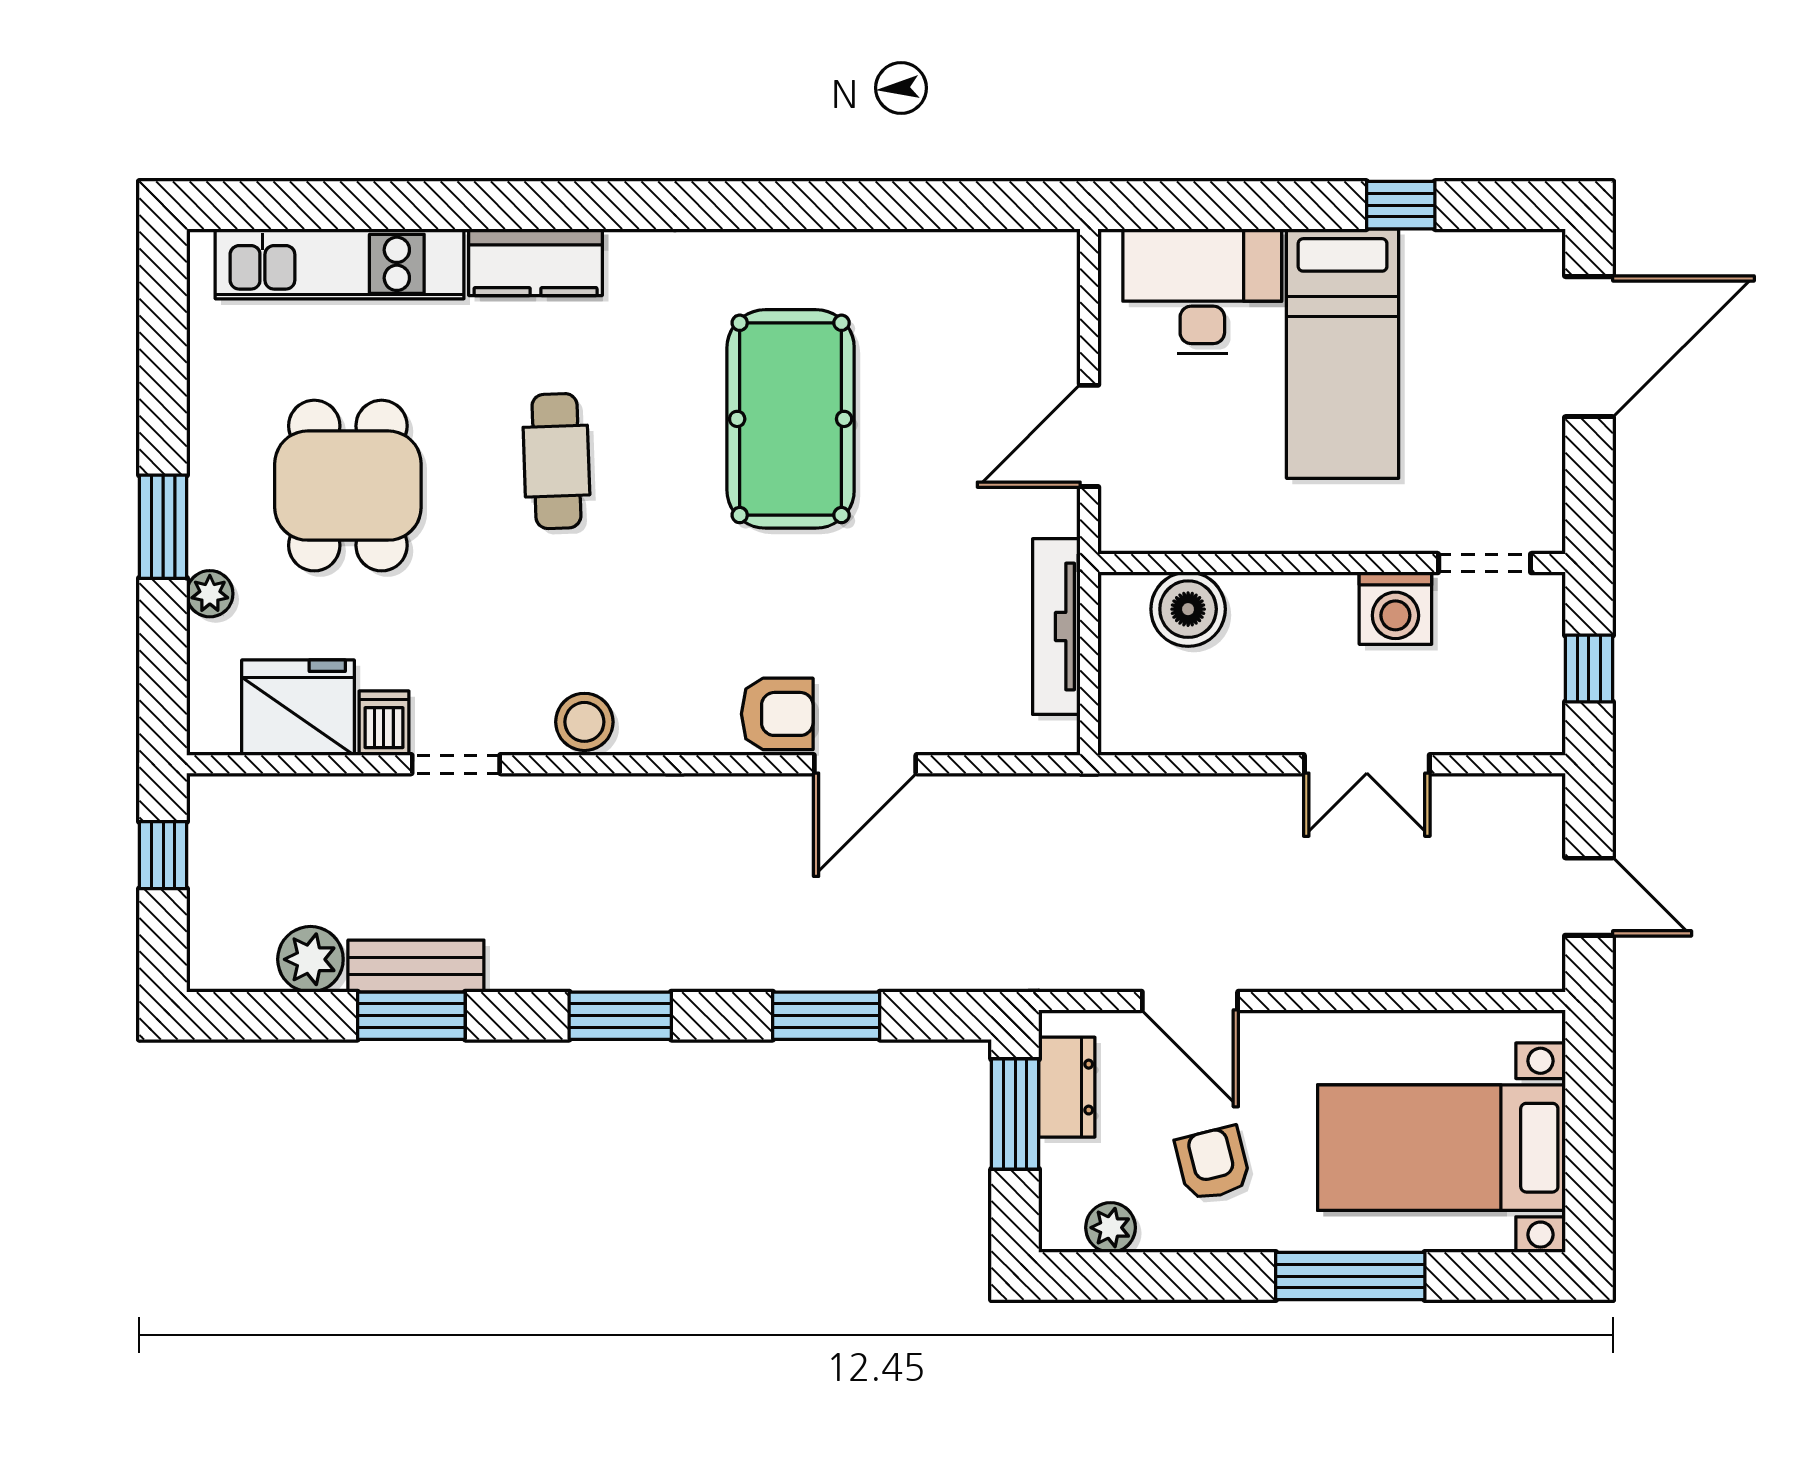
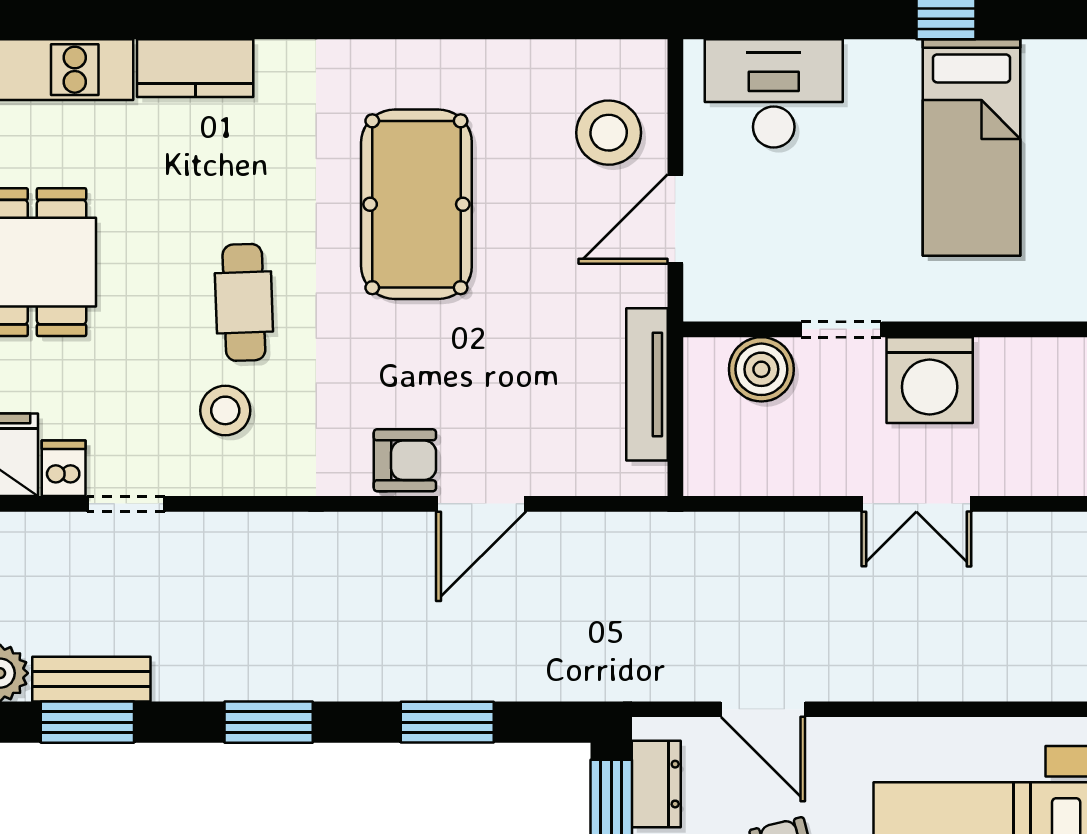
stool: (1012, 336) -> (609, 133), added
bed: (1343, 354) -> (972, 148), moved
cafe table: (556, 461) -> (244, 302), moved
doorway: (1485, 563) -> (841, 329), moved
washing machine: (1395, 608) -> (930, 380), width x1.37, depth x1.37
stool: (584, 722) -> (225, 410), moved

